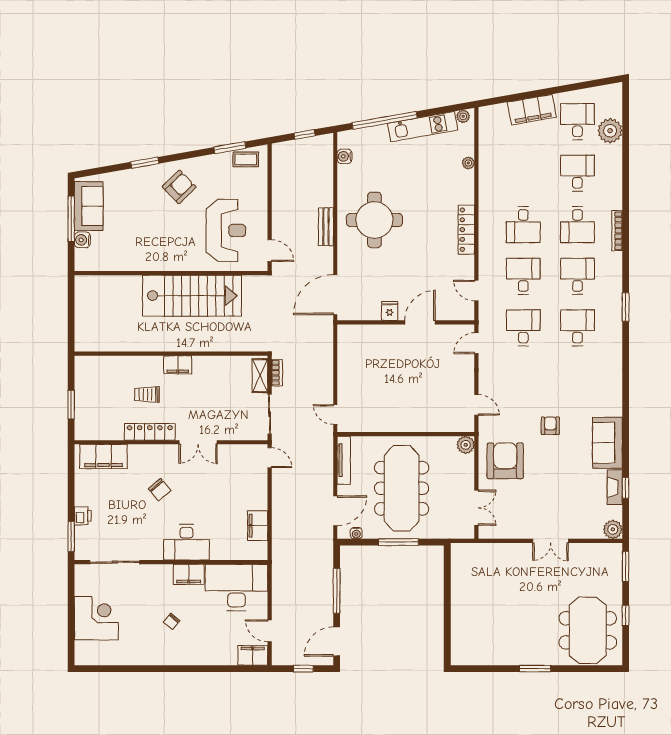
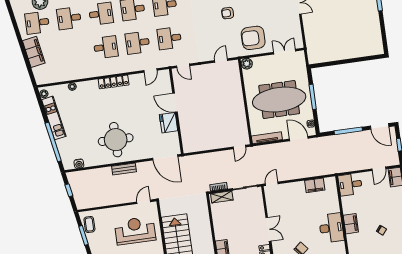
fridge: (390, 311) -> (169, 123), width x1.88, depth x1.34
desk: (236, 587) -> (350, 185), width x0.53, depth x0.77

